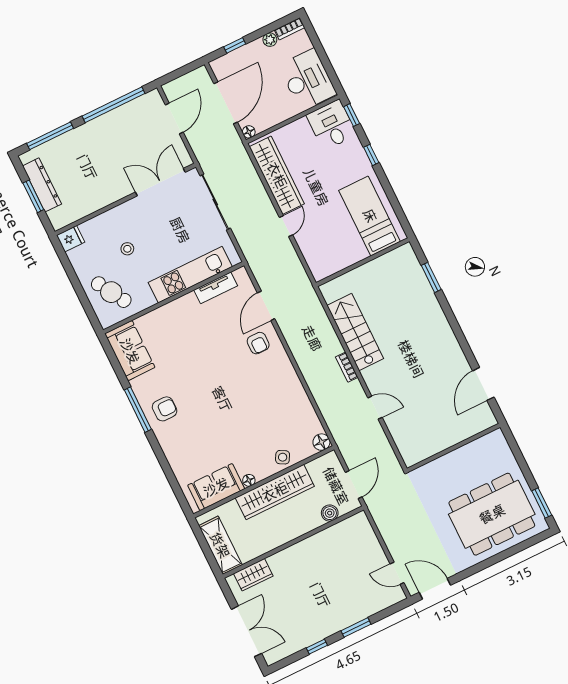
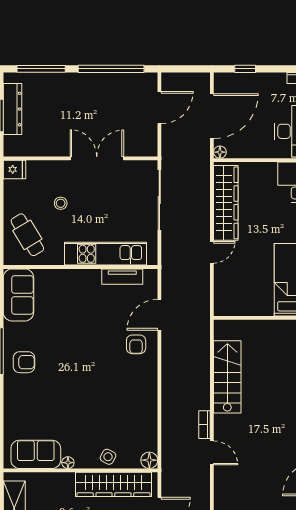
plant: (270, 40) -> (279, 79), removed
double door: (160, 182) -> (97, 158), moved
bookcase: (347, 367) -> (205, 425), moved
wardrobe: (275, 492) -> (113, 484), moved

